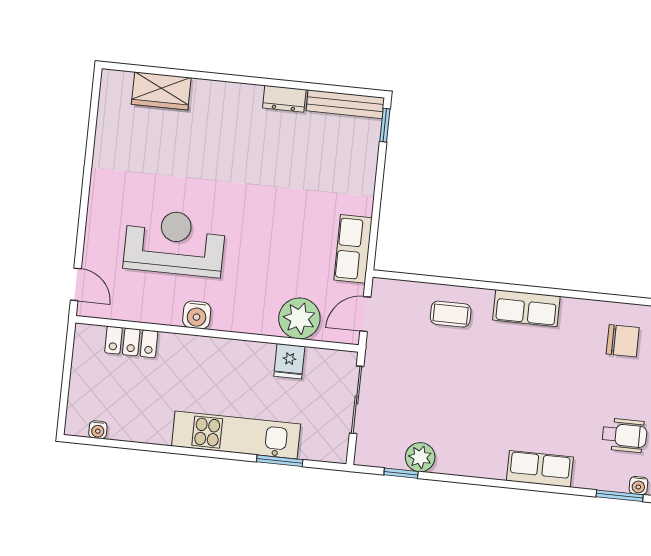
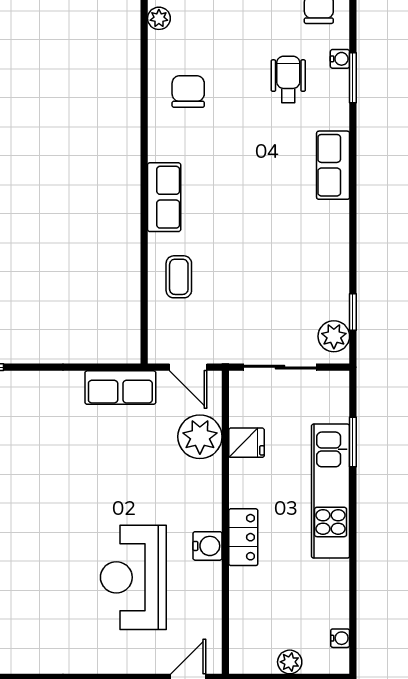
locker: (131, 342) -> (243, 537), moved
plant: (81, 380) -> (290, 662), added
plant: (420, 457) -> (334, 336), moved

